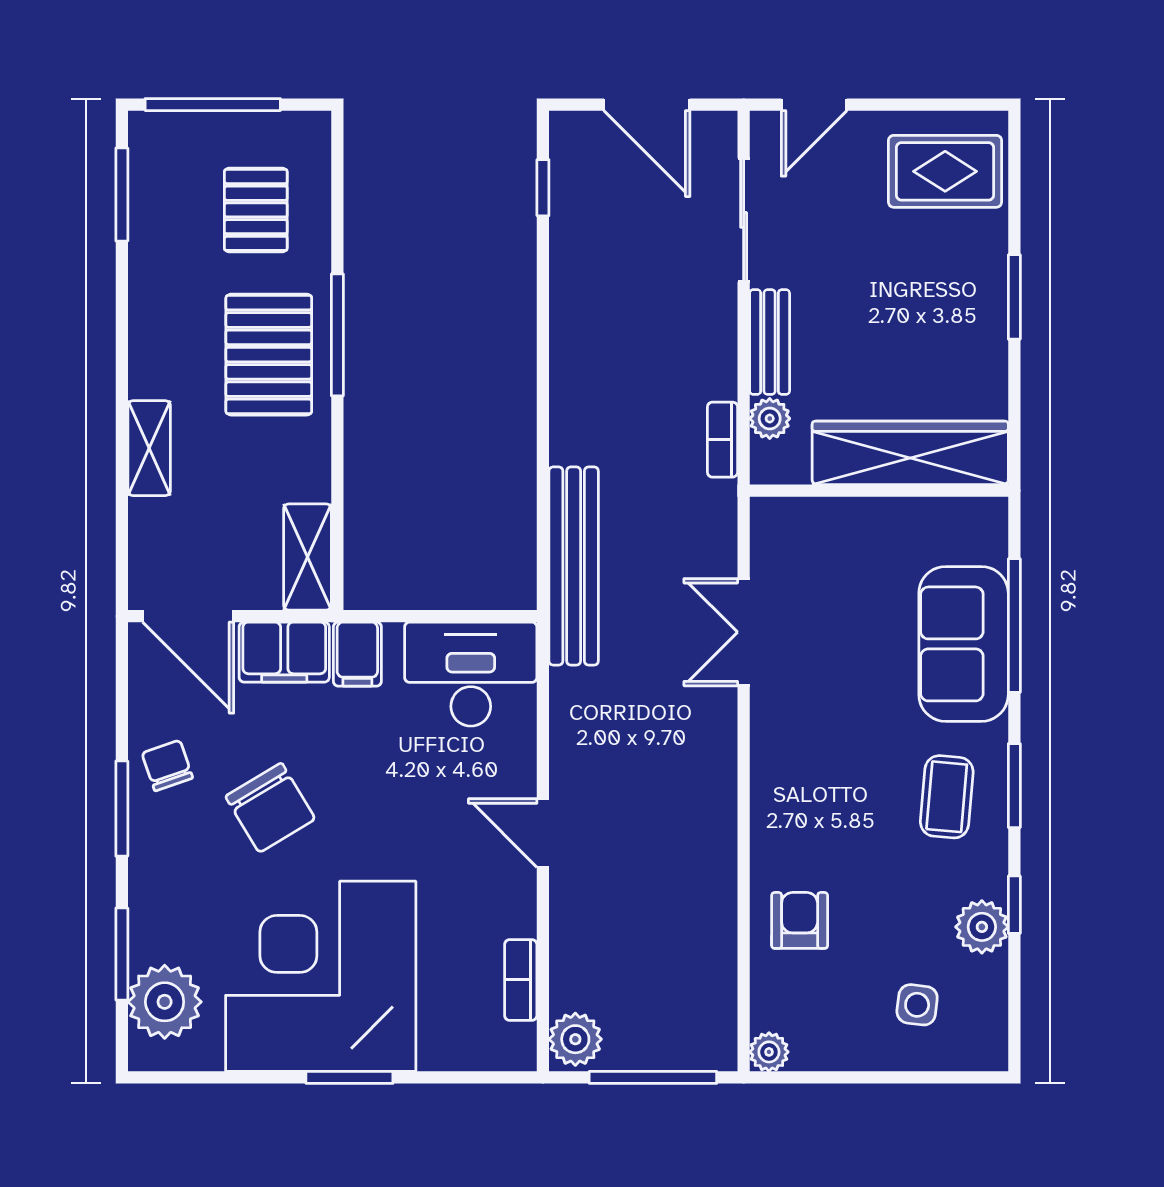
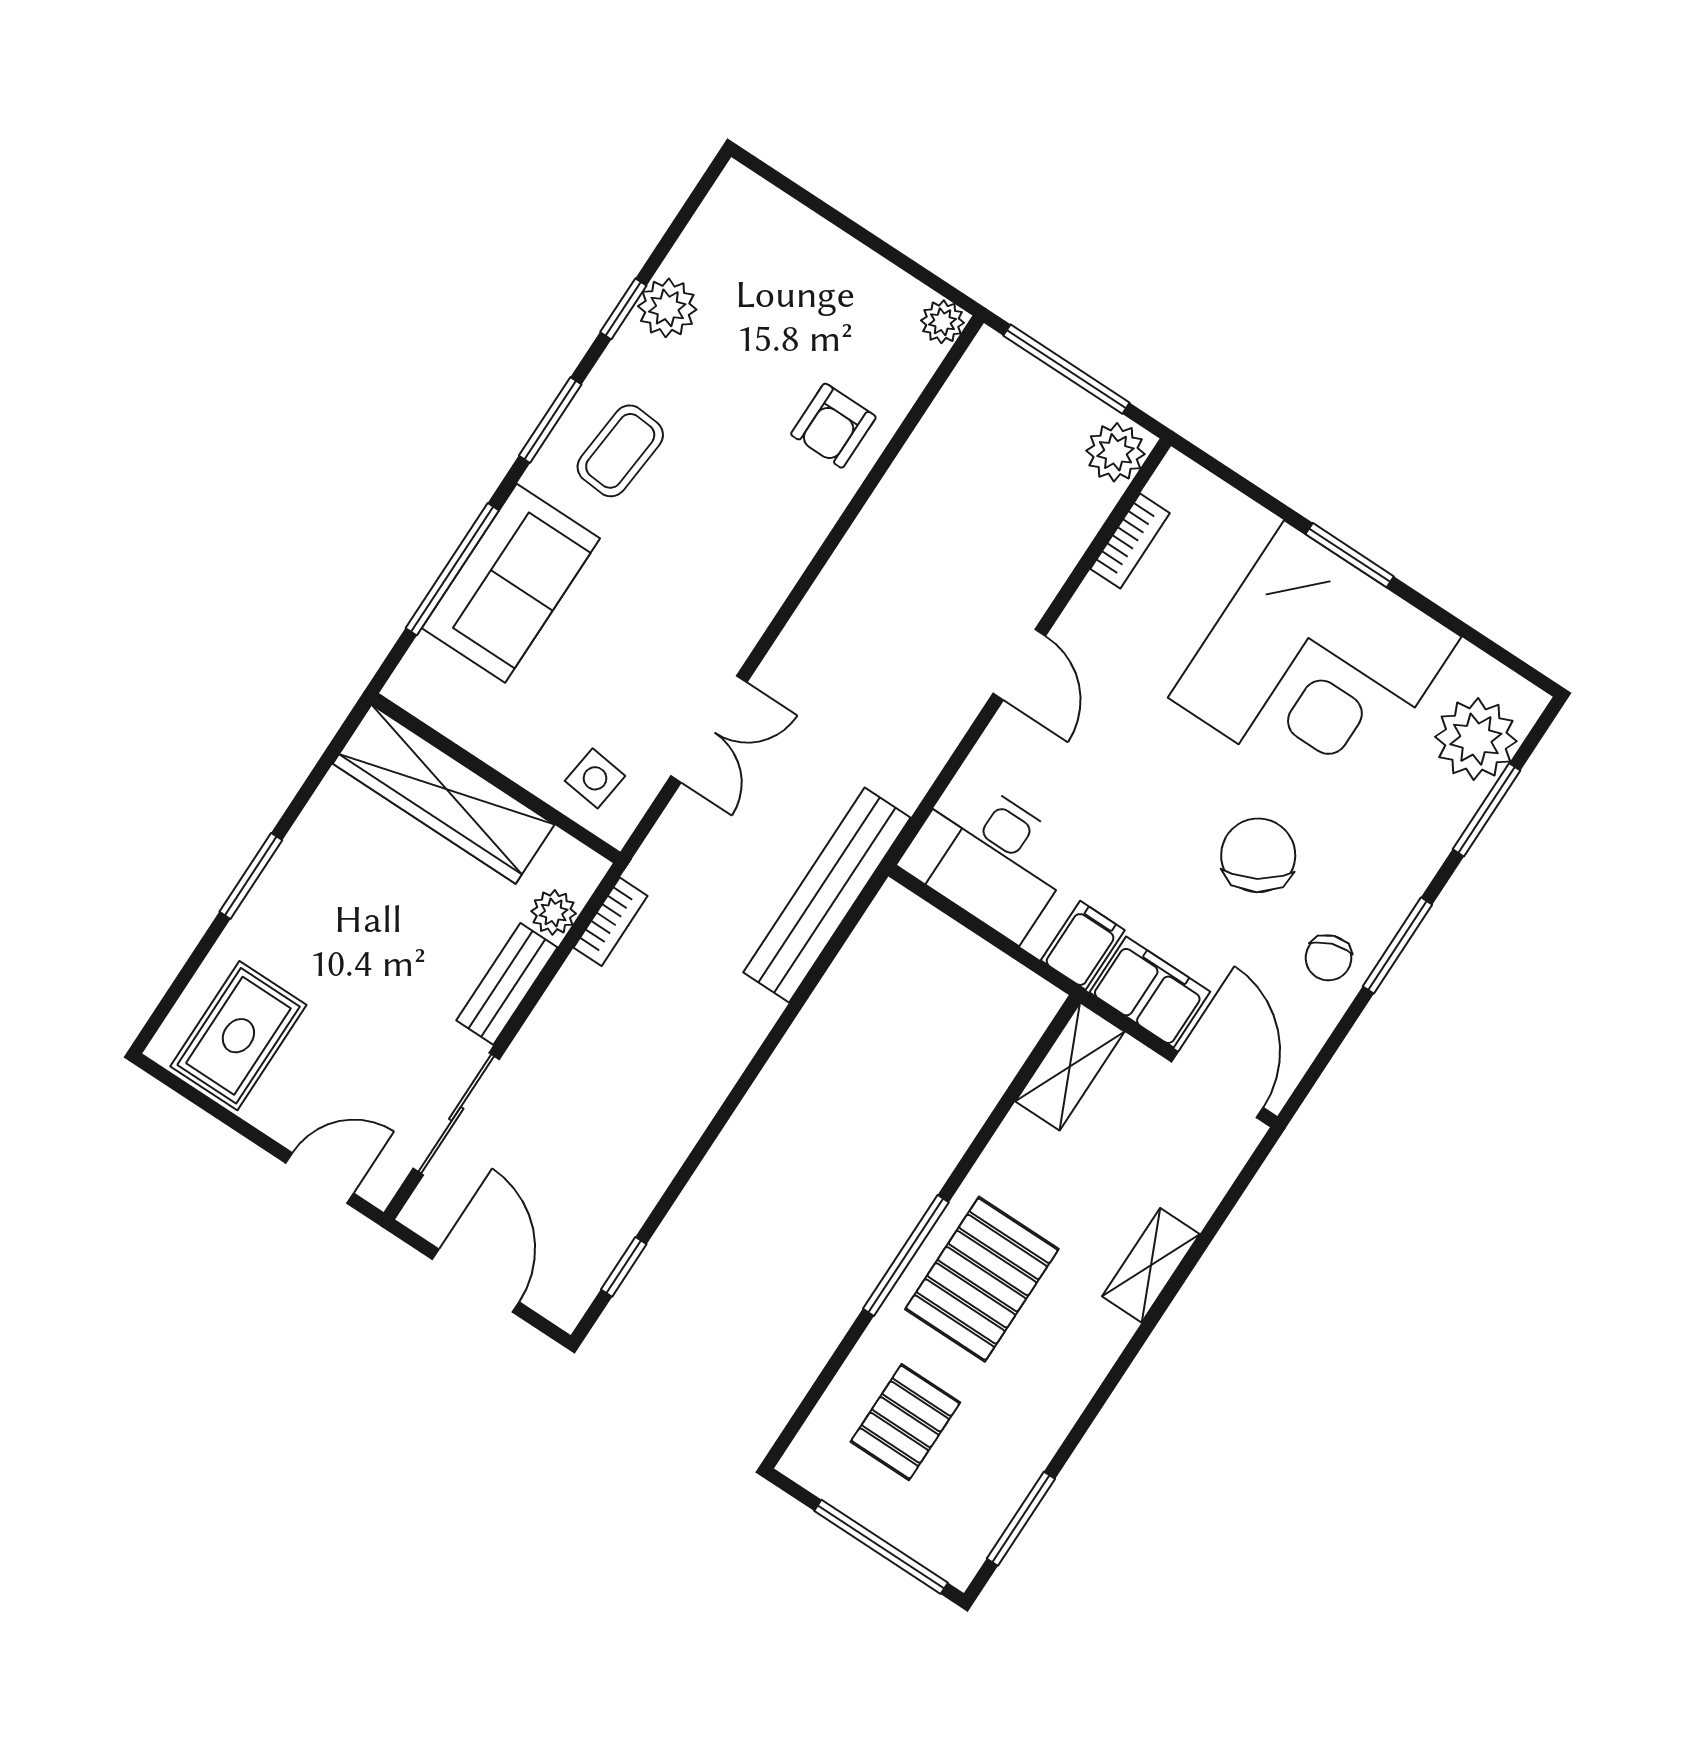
rug: (945, 171) -> (238, 1036), turned 90
side table: (917, 1005) -> (595, 778), moved

